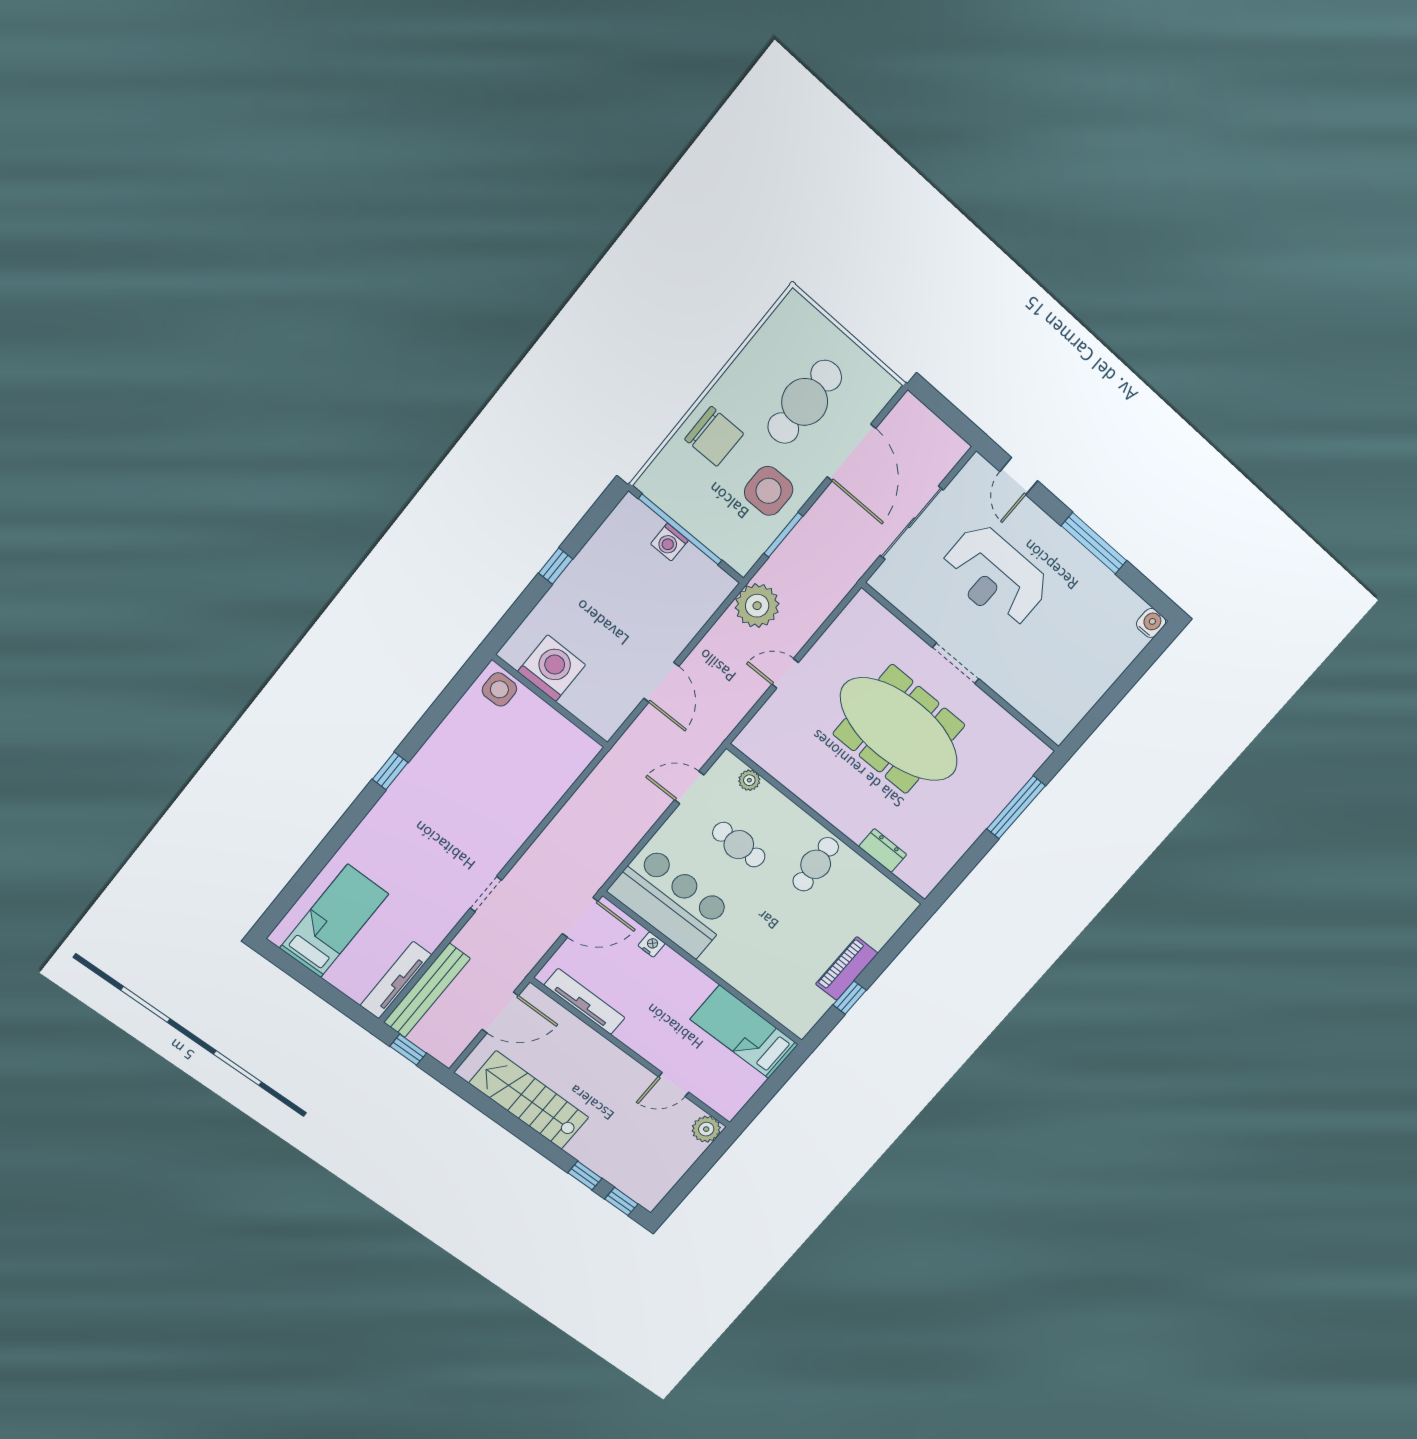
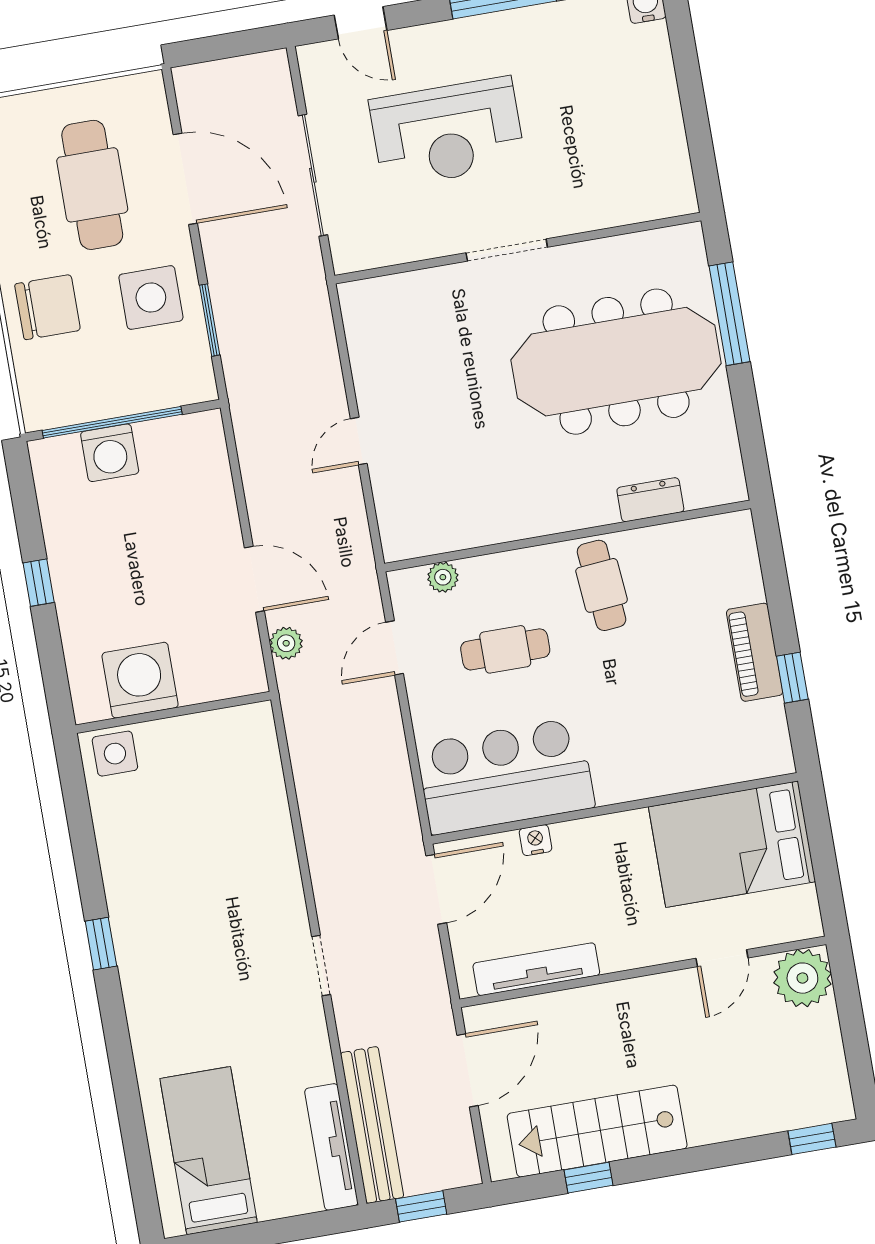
washing machine: (669, 542) -> (110, 453), width x1.38, depth x1.38
plant: (757, 606) -> (286, 643), moved, width x0.53, depth x0.53
meeting table: (899, 729) -> (616, 362), moved
bed: (744, 1032) -> (732, 844), width x1.50
plant: (706, 1129) -> (802, 978), width x1.36, depth x1.36
window: (585, 1176) -> (589, 1178), moved

